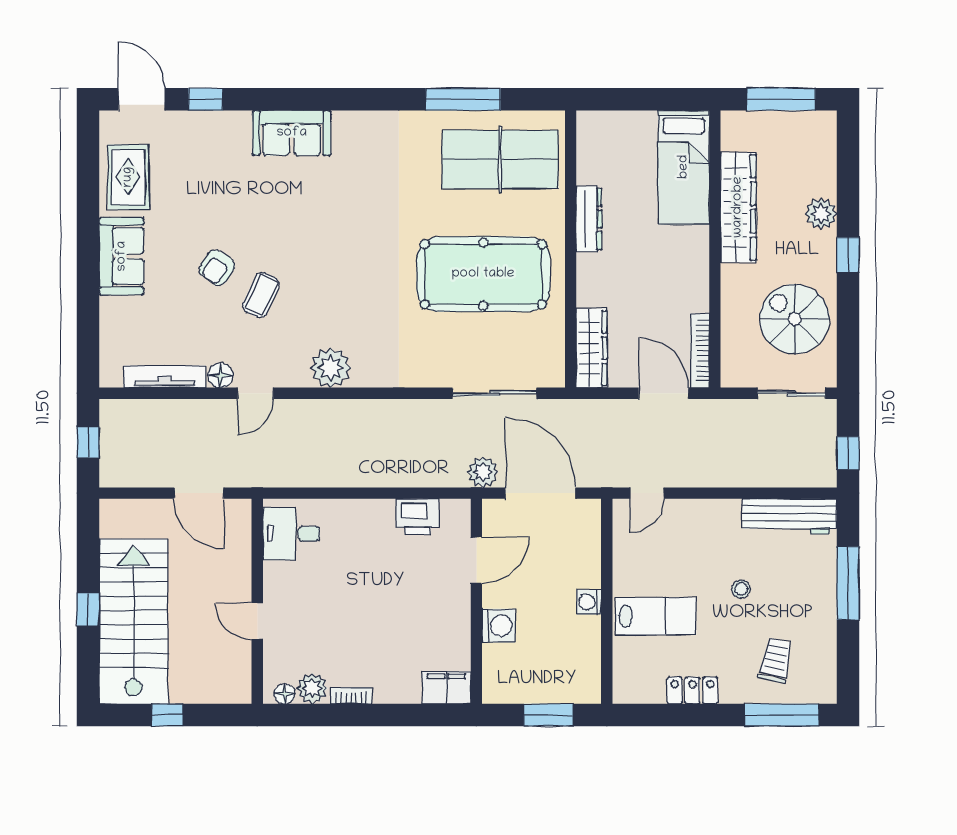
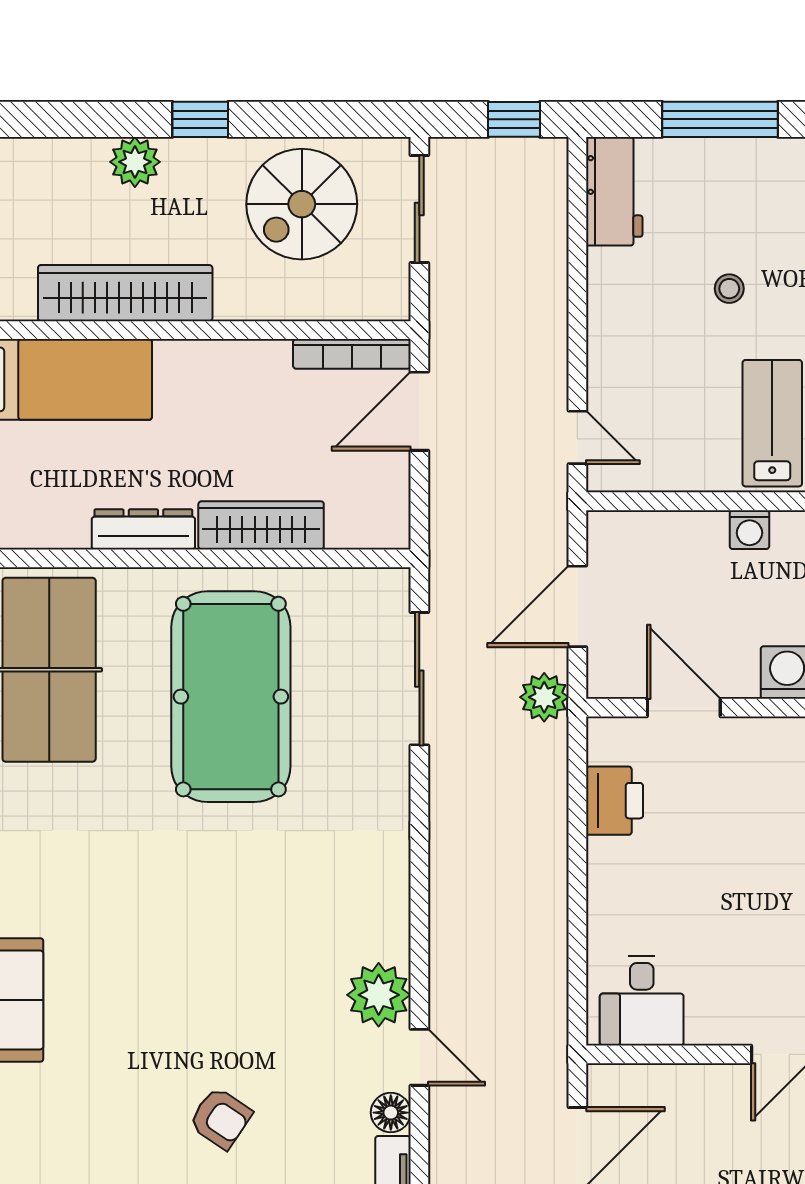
coffee table: (261, 295) -> (264, 1048), removed
wardrobe: (591, 348) -> (261, 525), moved
plant: (331, 368) -> (379, 995), moved
door: (540, 493) -> (577, 606), width x0.73
workbench: (790, 516) -> (614, 191), width x0.73

